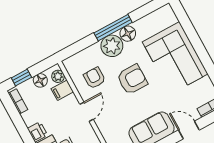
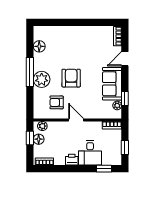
floor lamp: (128, 34) -> (39, 46), moved
corner sofa: (175, 58) -> (72, 42), removed
window: (21, 78) -> (30, 138), moved
filing cabinet: (62, 90) -> (53, 128), removed

